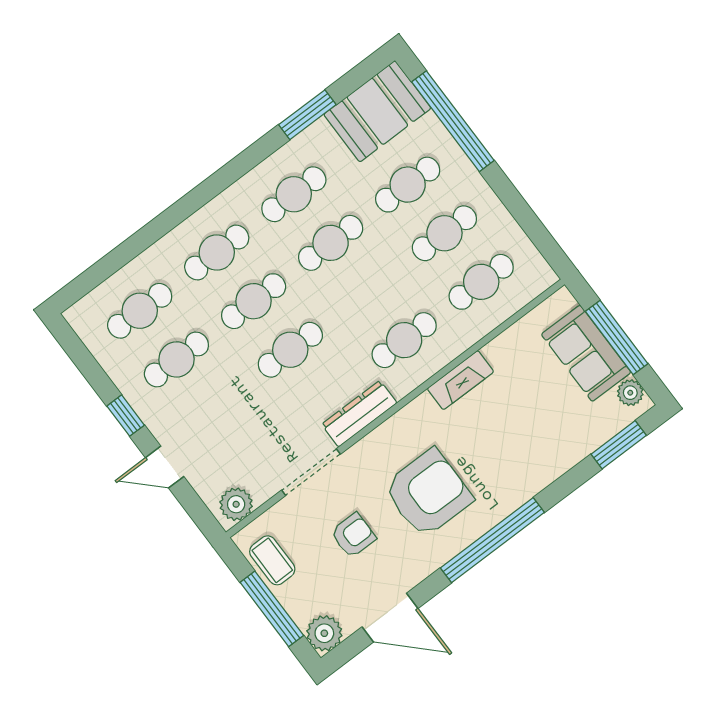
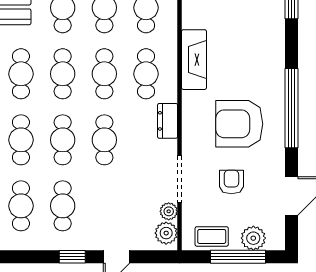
cafe table: (367, 292) -> (104, 74), added
fireplace: (460, 380) -> (194, 60), width x1.37, depth x1.32
dresser: (359, 414) -> (168, 121), width x0.70
plant: (264, 488) -> (169, 211), added
armchair: (428, 493) -> (239, 124), turned -90
plant: (324, 633) -> (253, 238), moved

